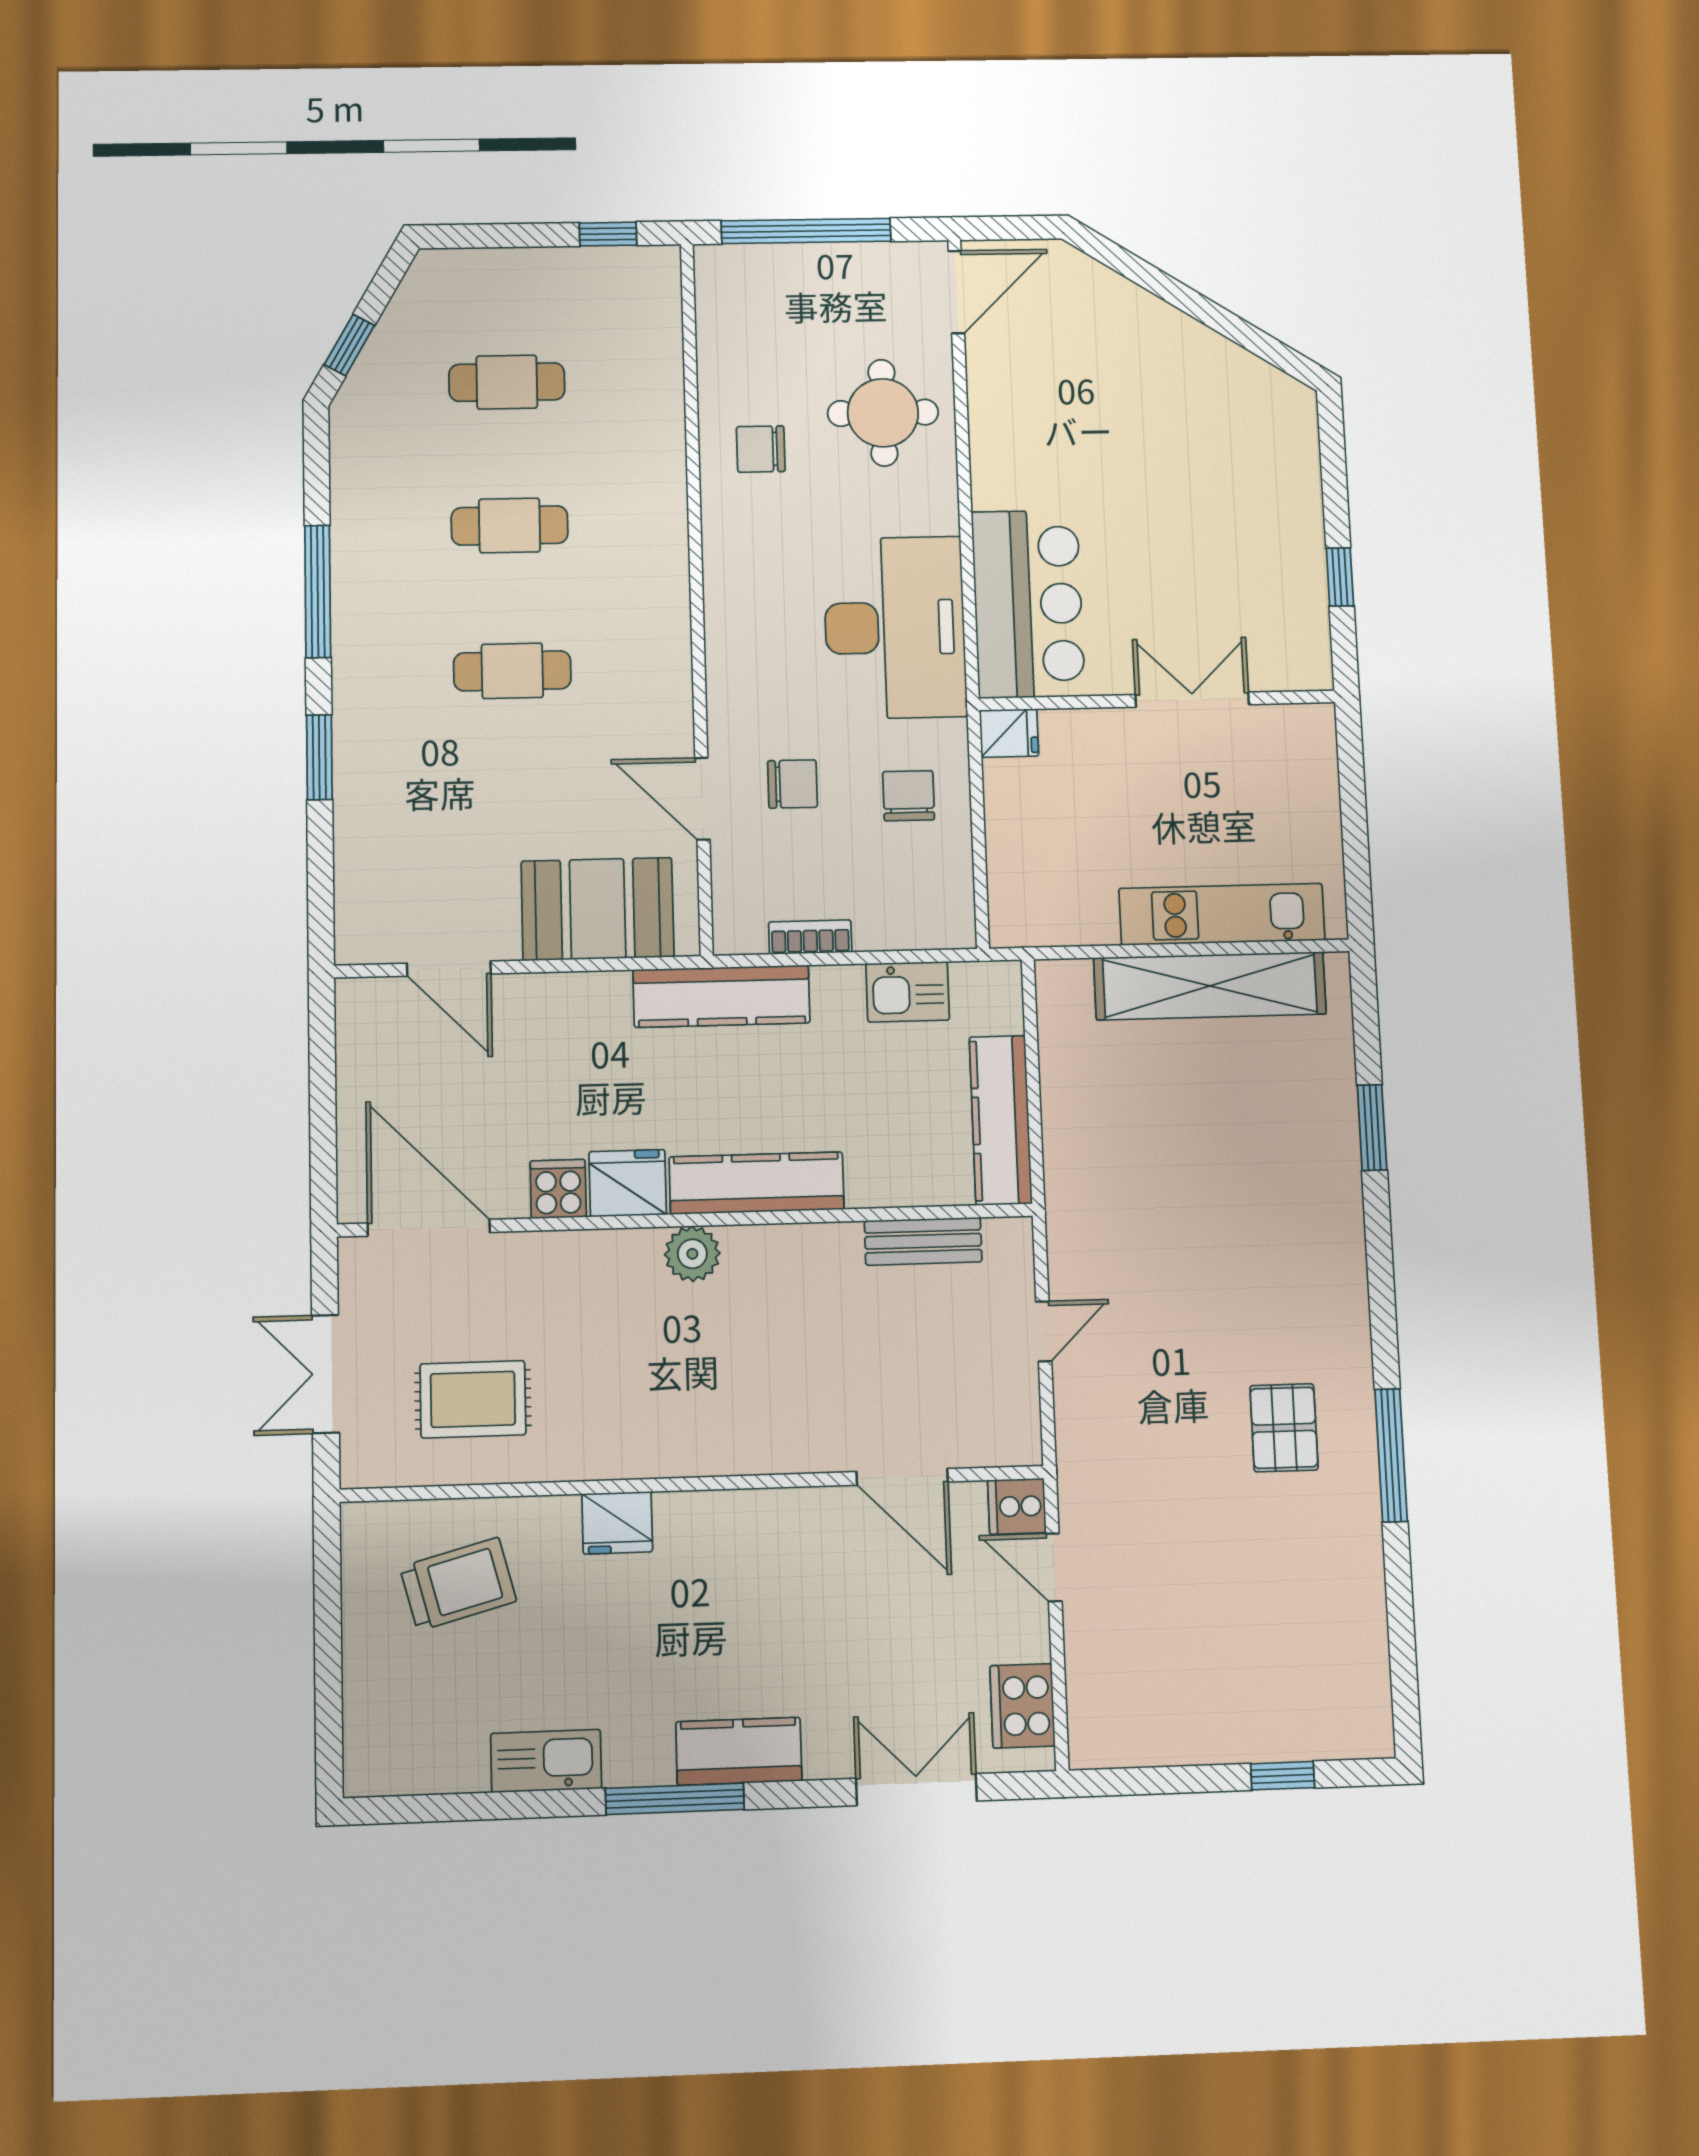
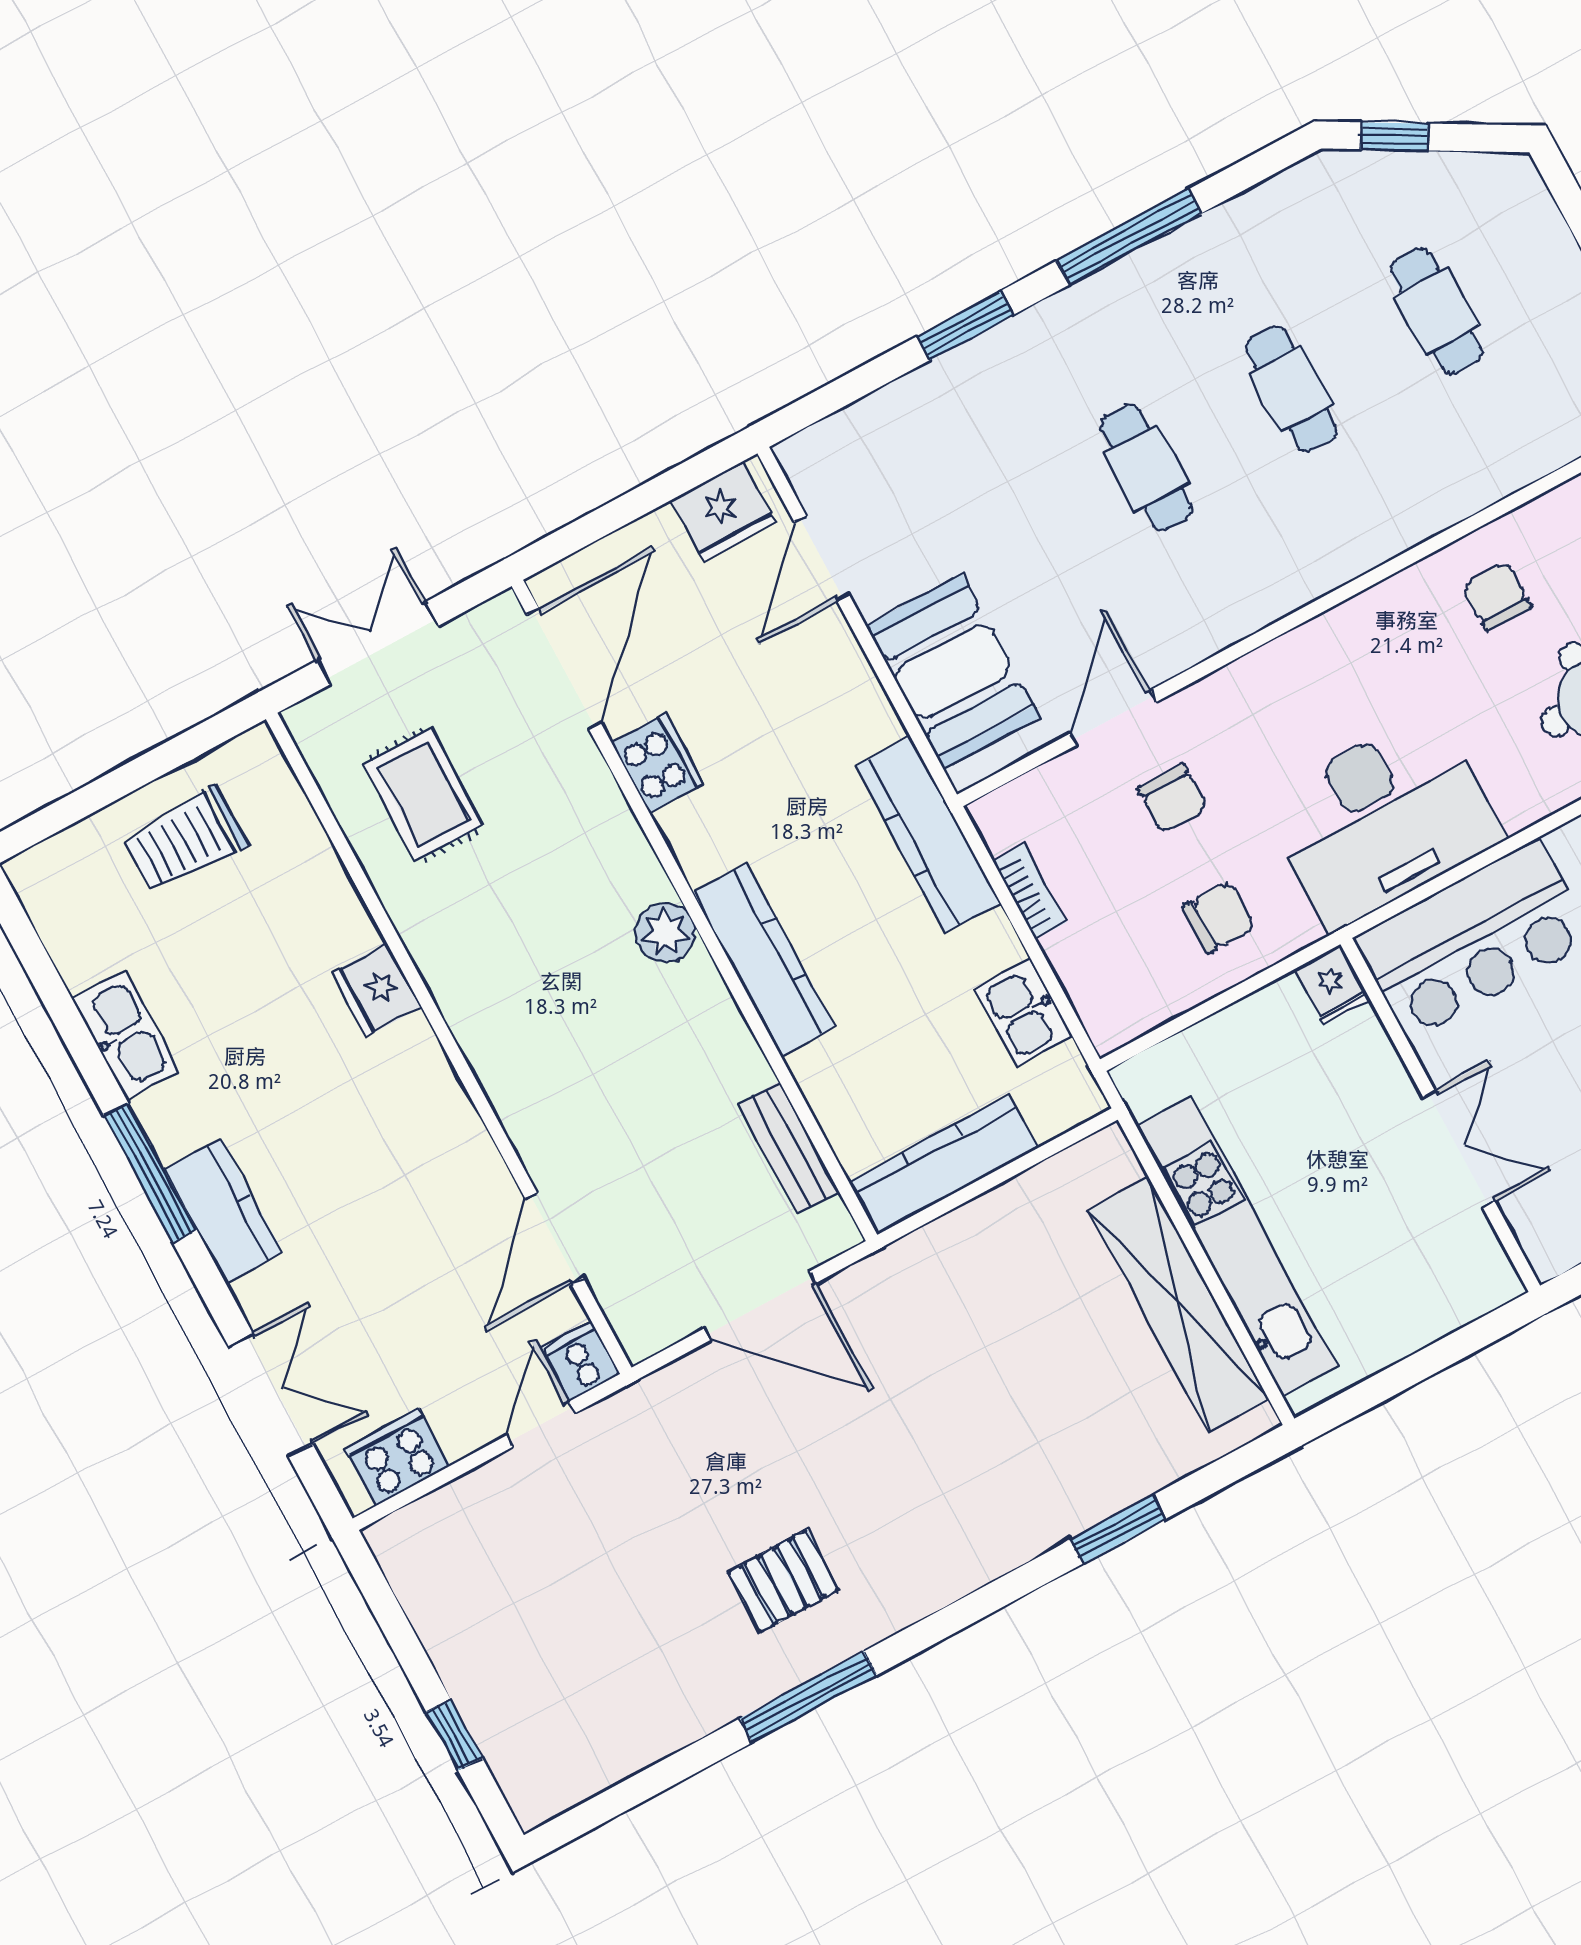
kitchen unit: (1222, 914) -> (1237, 1246), width x1.36
fridge: (628, 1183) -> (723, 512), moved, turned 90
cooker: (558, 1189) -> (658, 764), width x1.36
door: (1044, 1331) -> (760, 1306), width x1.87
trolley: (458, 1584) -> (185, 840), moved, turned 105

